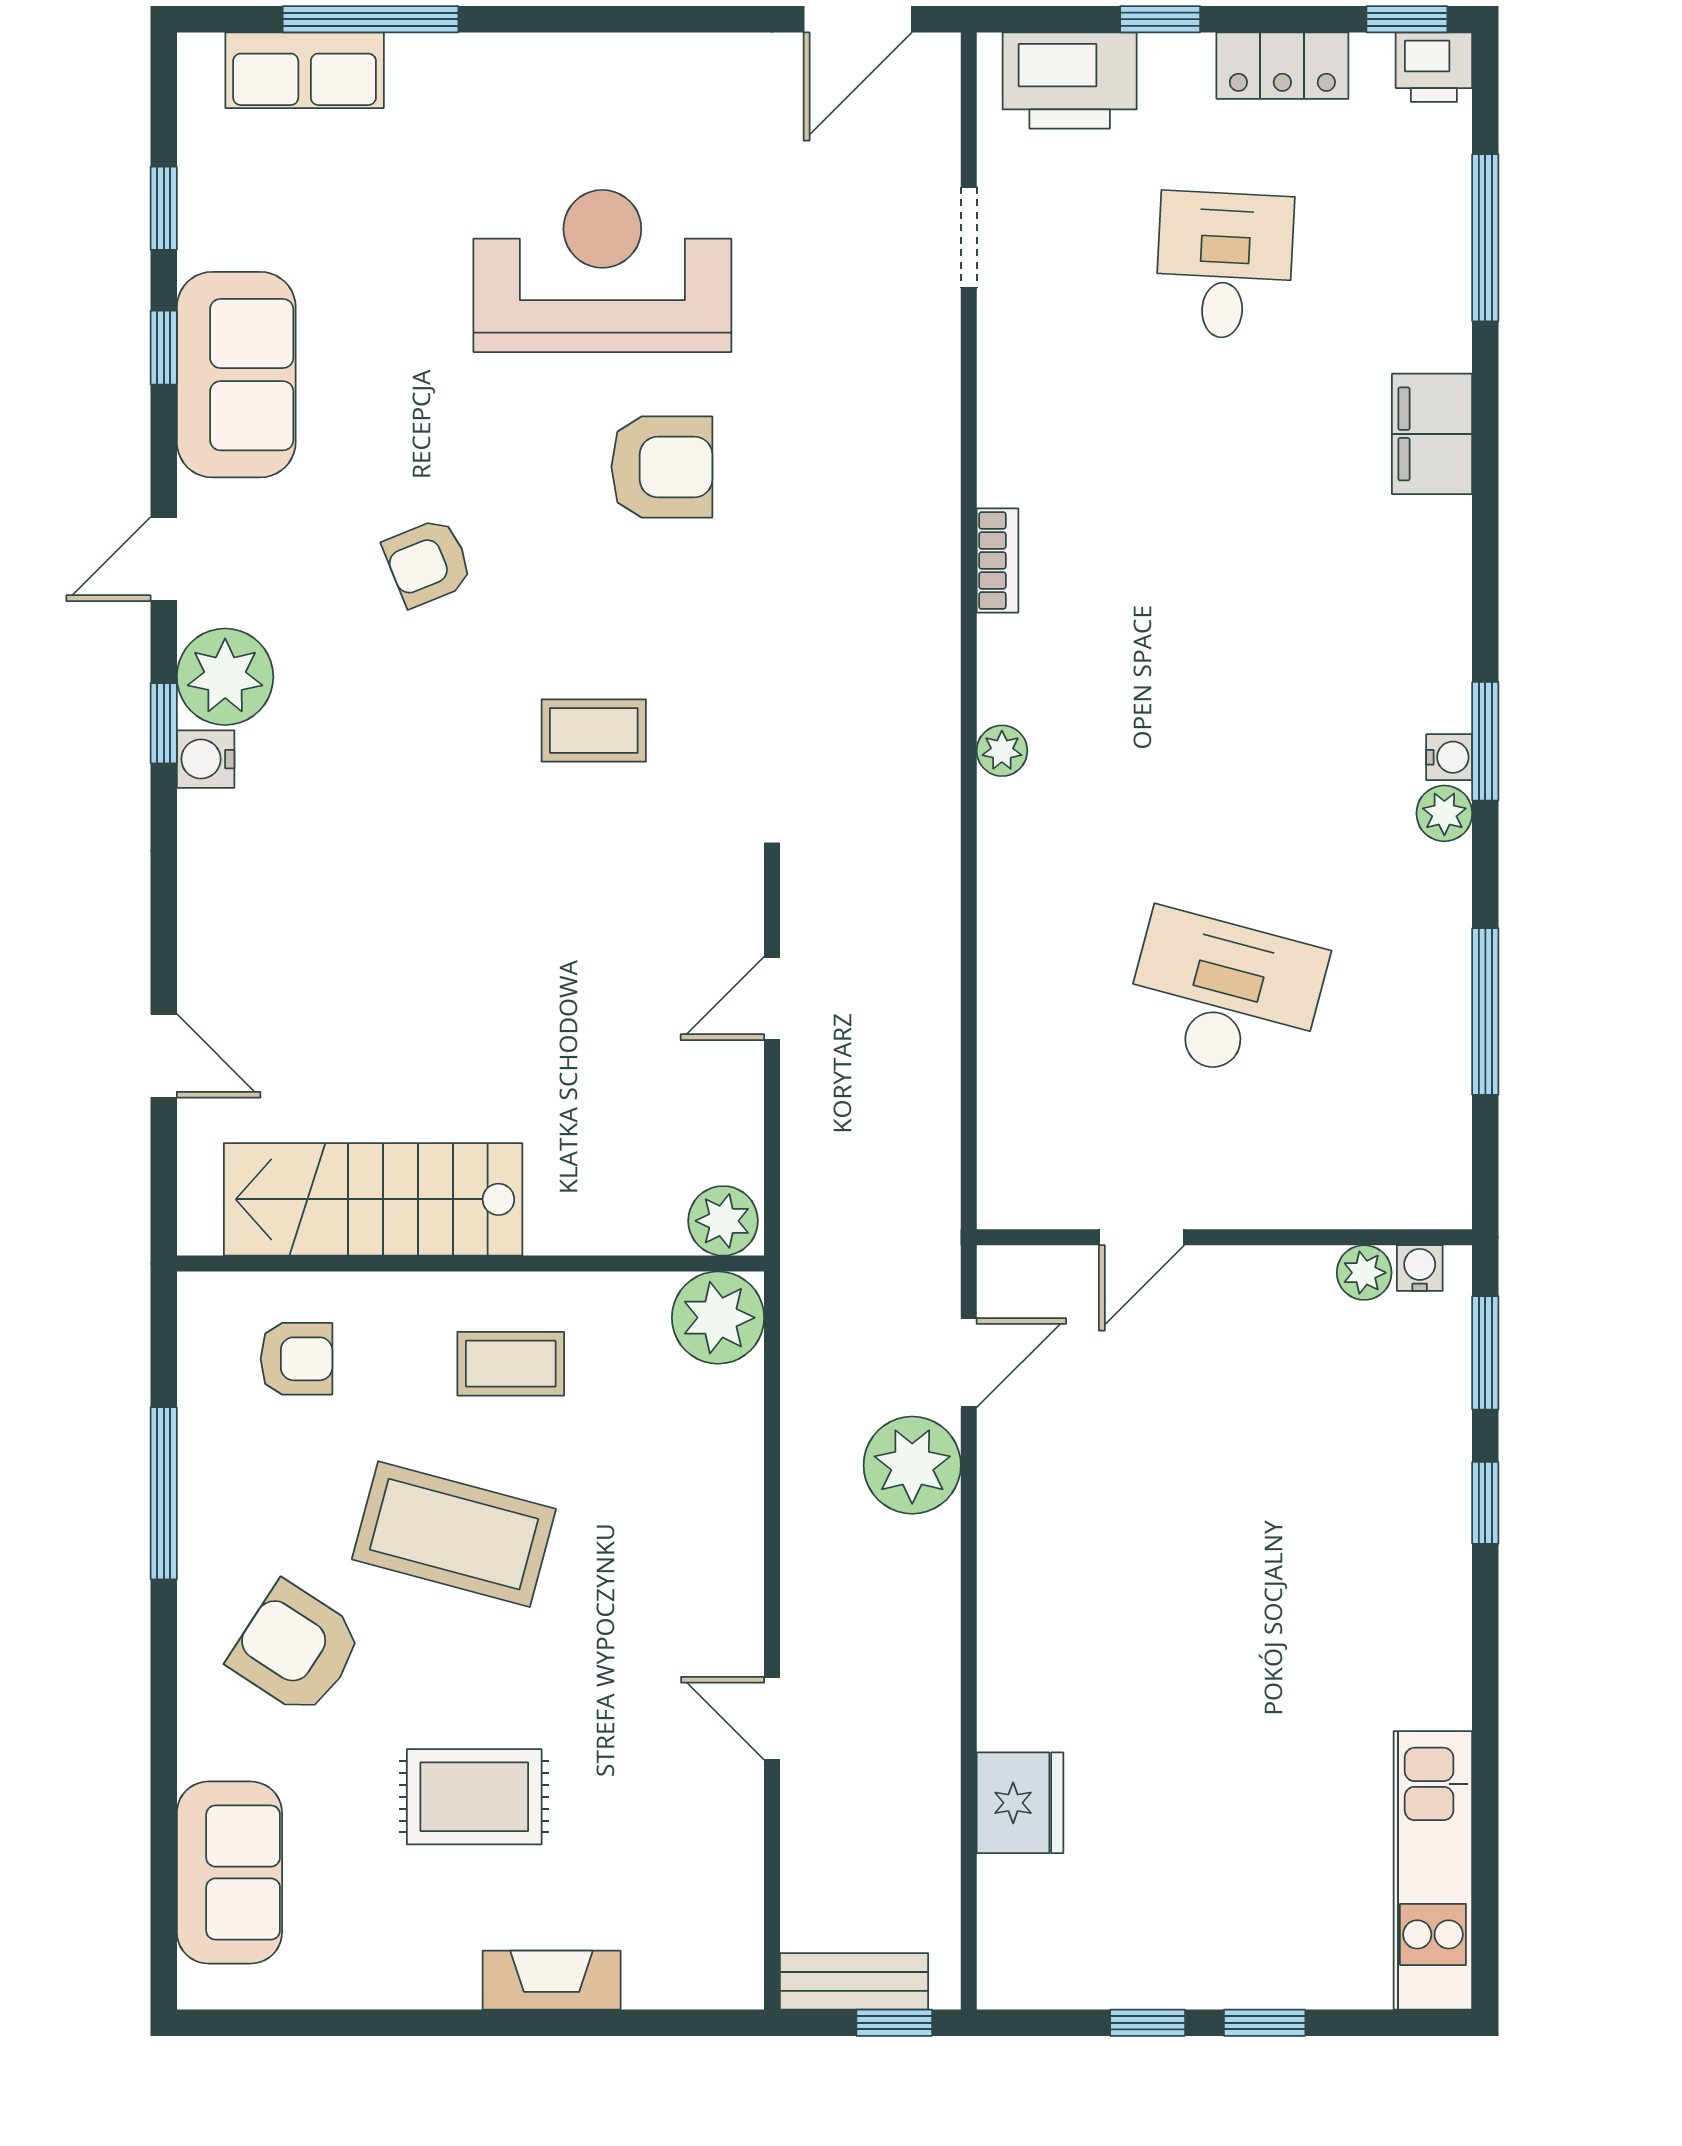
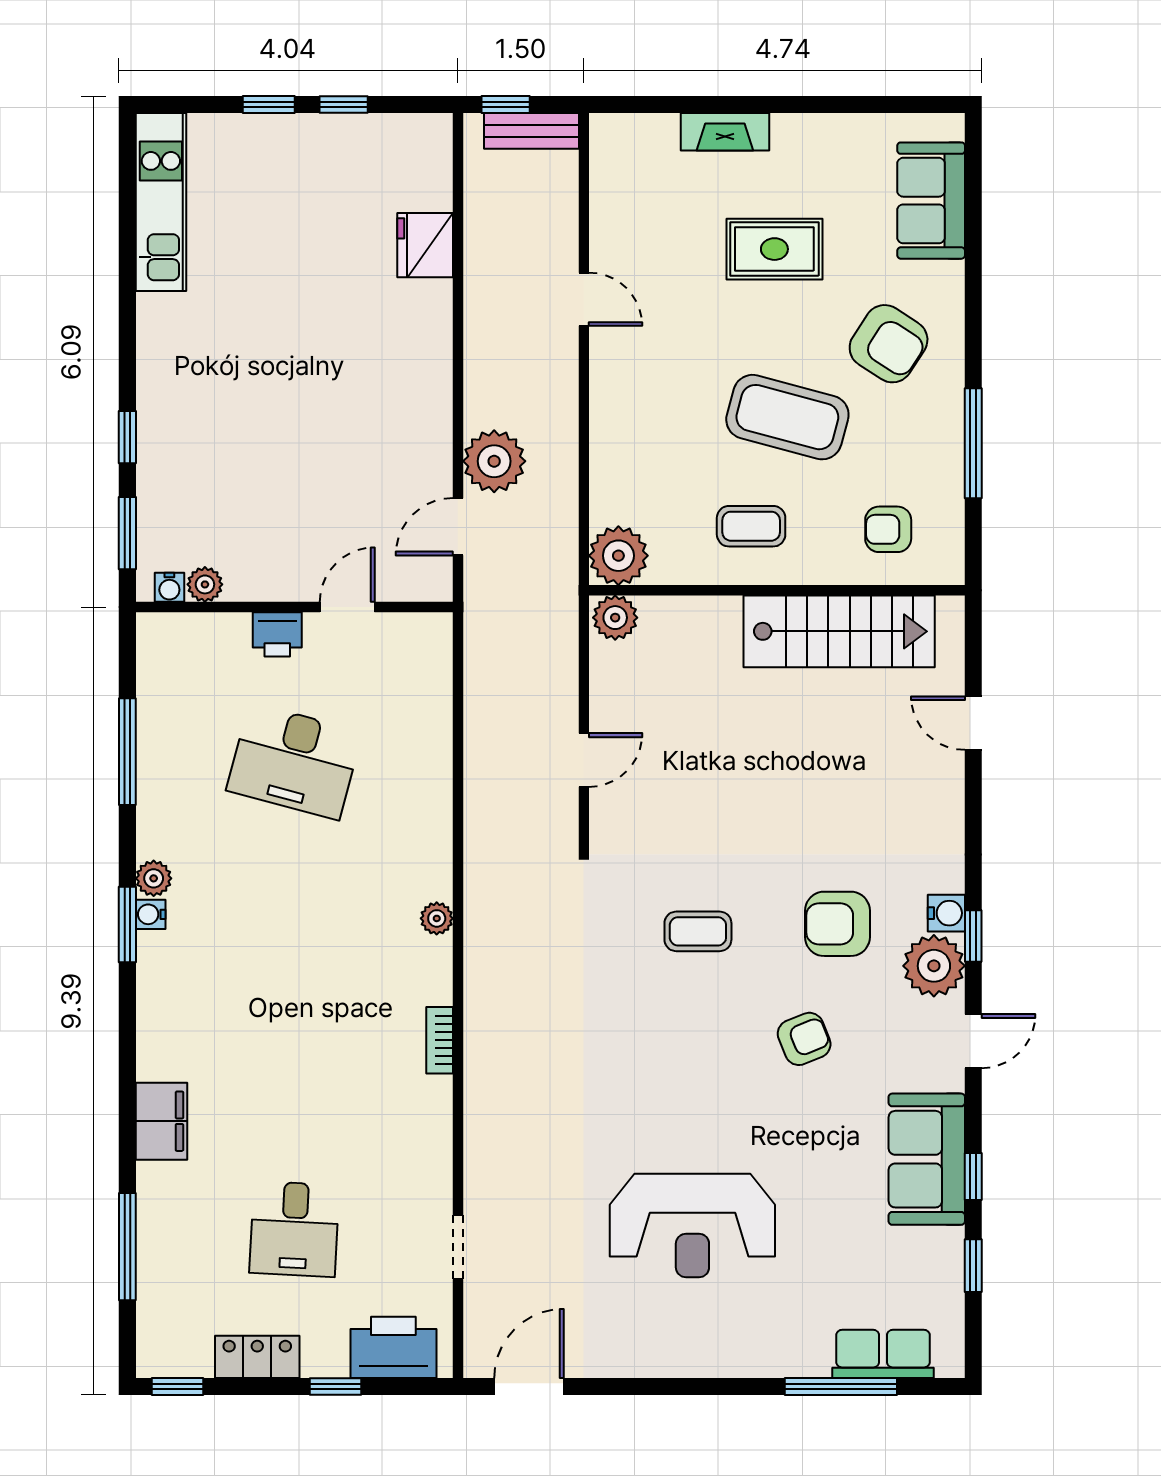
printer: (1434, 67) -> (277, 634), moved, turned 180
armchair: (662, 467) -> (837, 924), moved

